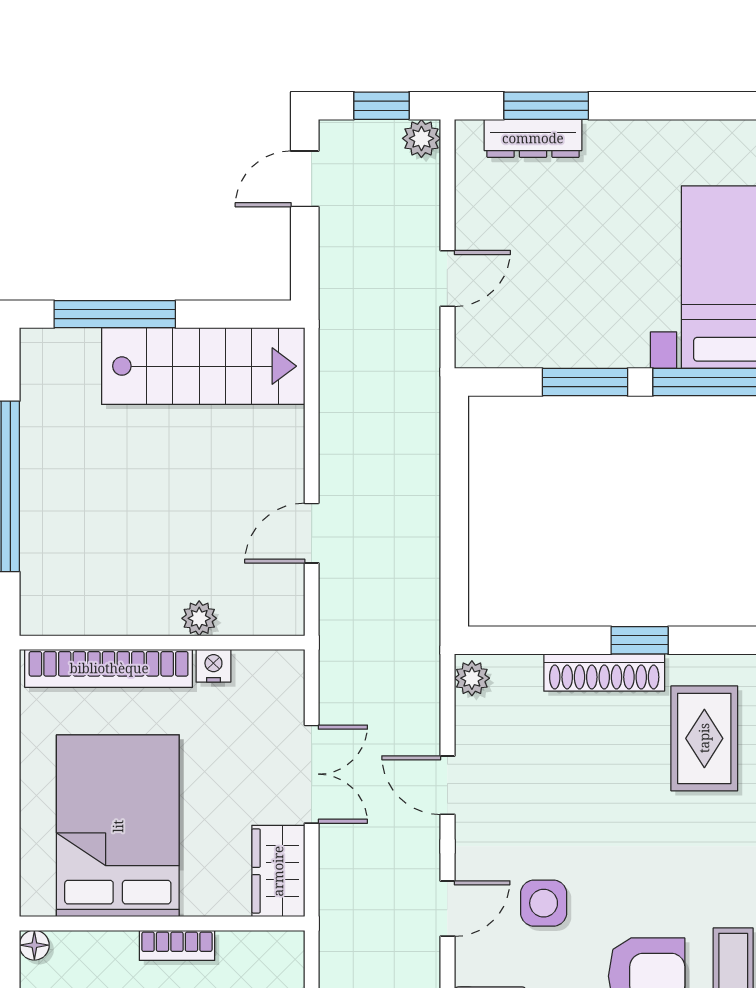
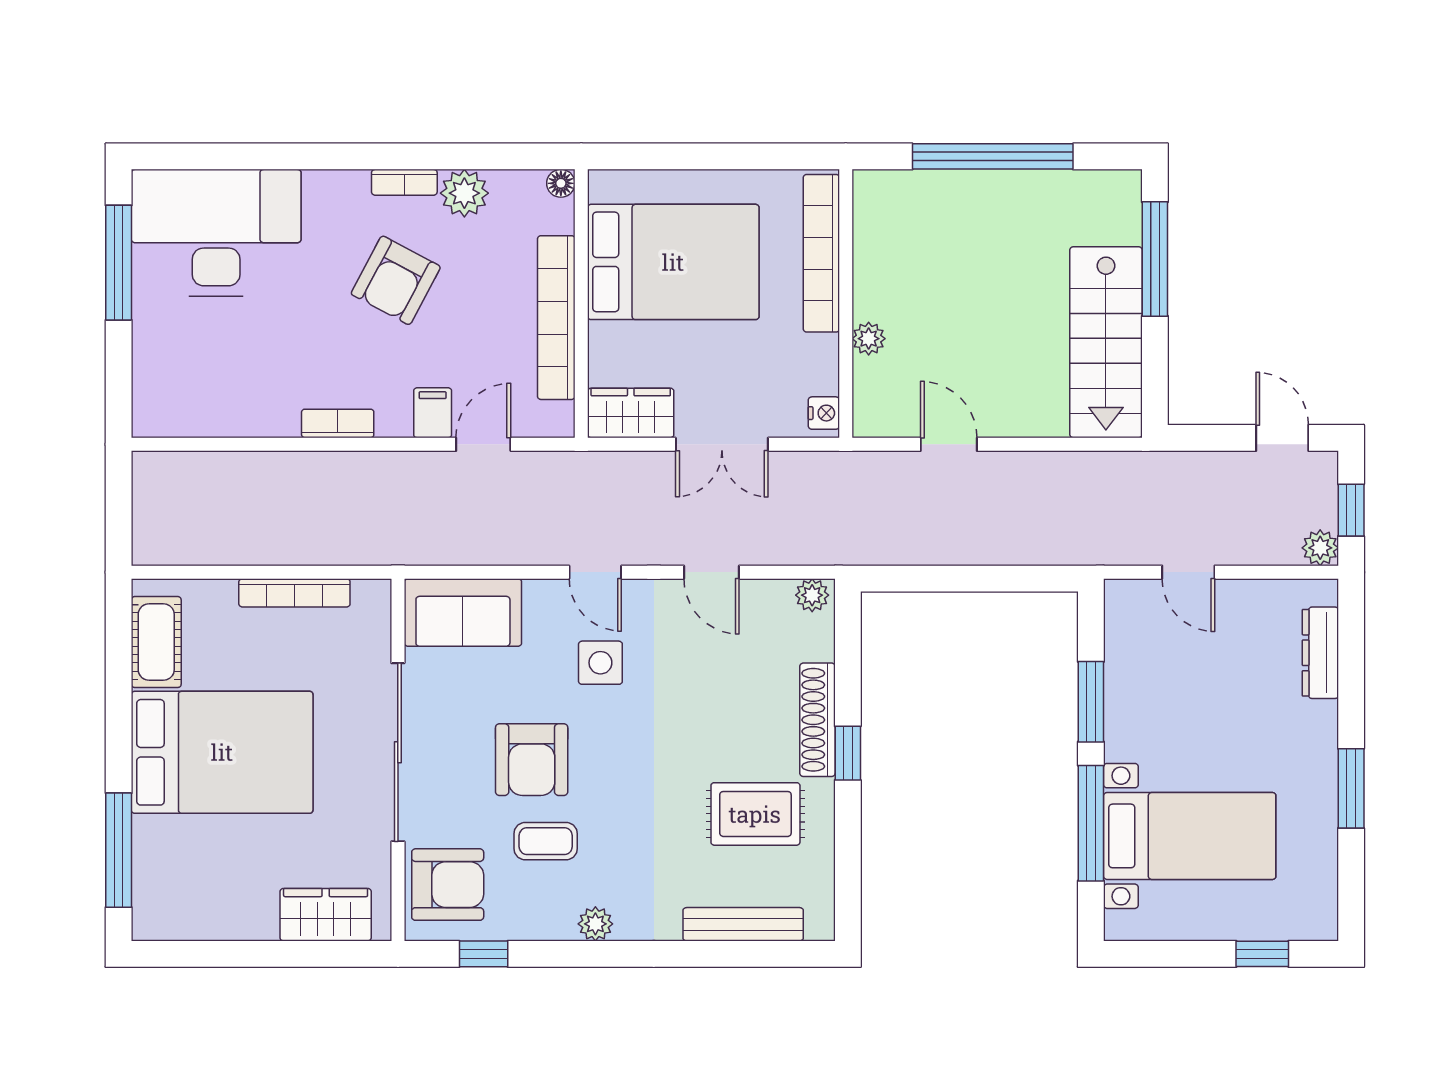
window: (546, 106) -> (1351, 788), moved
nightstand: (213, 666) -> (824, 413), moved
door: (447, 785) -> (711, 572), swing flipped
bookcase: (177, 945) -> (556, 318), width x2.31, depth x1.31

